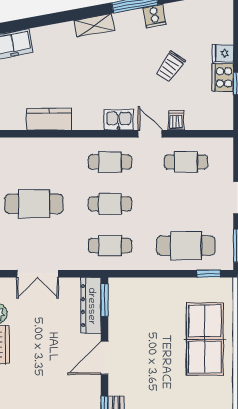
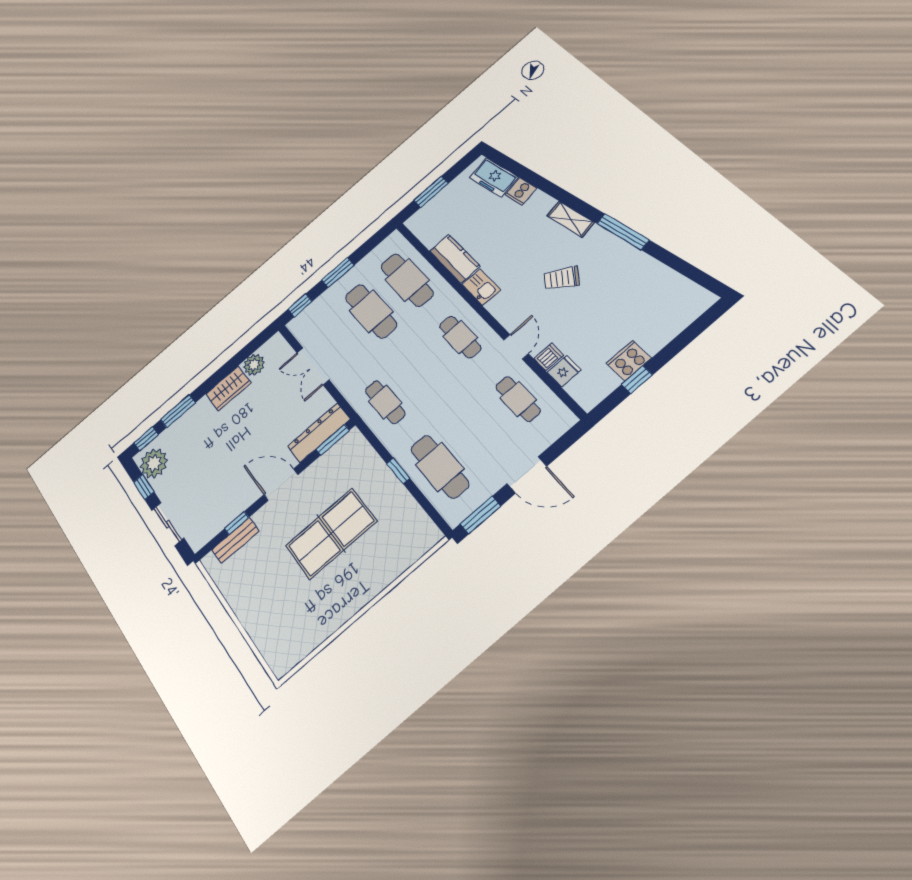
cooker: (154, 16) -> (521, 191), moved
fridge: (223, 53) -> (564, 371), moved, turned 90
trolley: (170, 67) -> (562, 278), moved
kitchen sink: (119, 120) -> (481, 287), moved
cafe table: (110, 204) -> (407, 280), moved, width x1.37, depth x1.35
window: (209, 274) -> (398, 471), moved
table tennis table: (205, 339) -> (331, 533), moved

